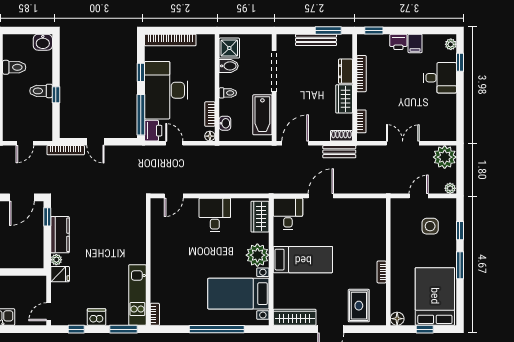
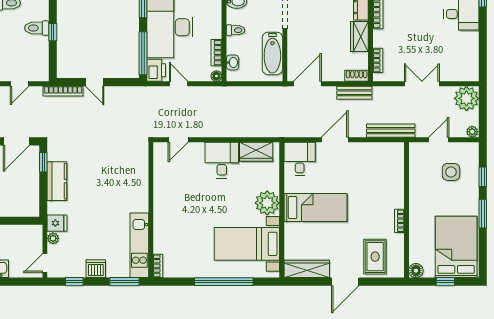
bench: (374, 187) -> (391, 131), added
wardrobe: (260, 217) -> (256, 152), moved, turned -90
plant: (56, 260) -> (53, 238), moved

